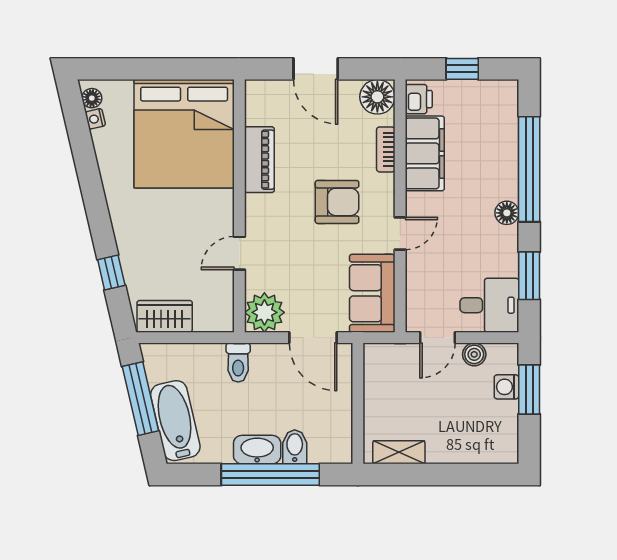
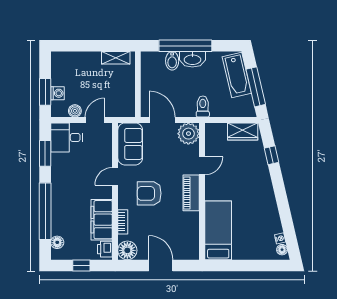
bed: (184, 134) -> (218, 230), width x0.49
piano: (259, 160) -> (191, 193), moved
floor lamp: (507, 213) -> (57, 242), moved

